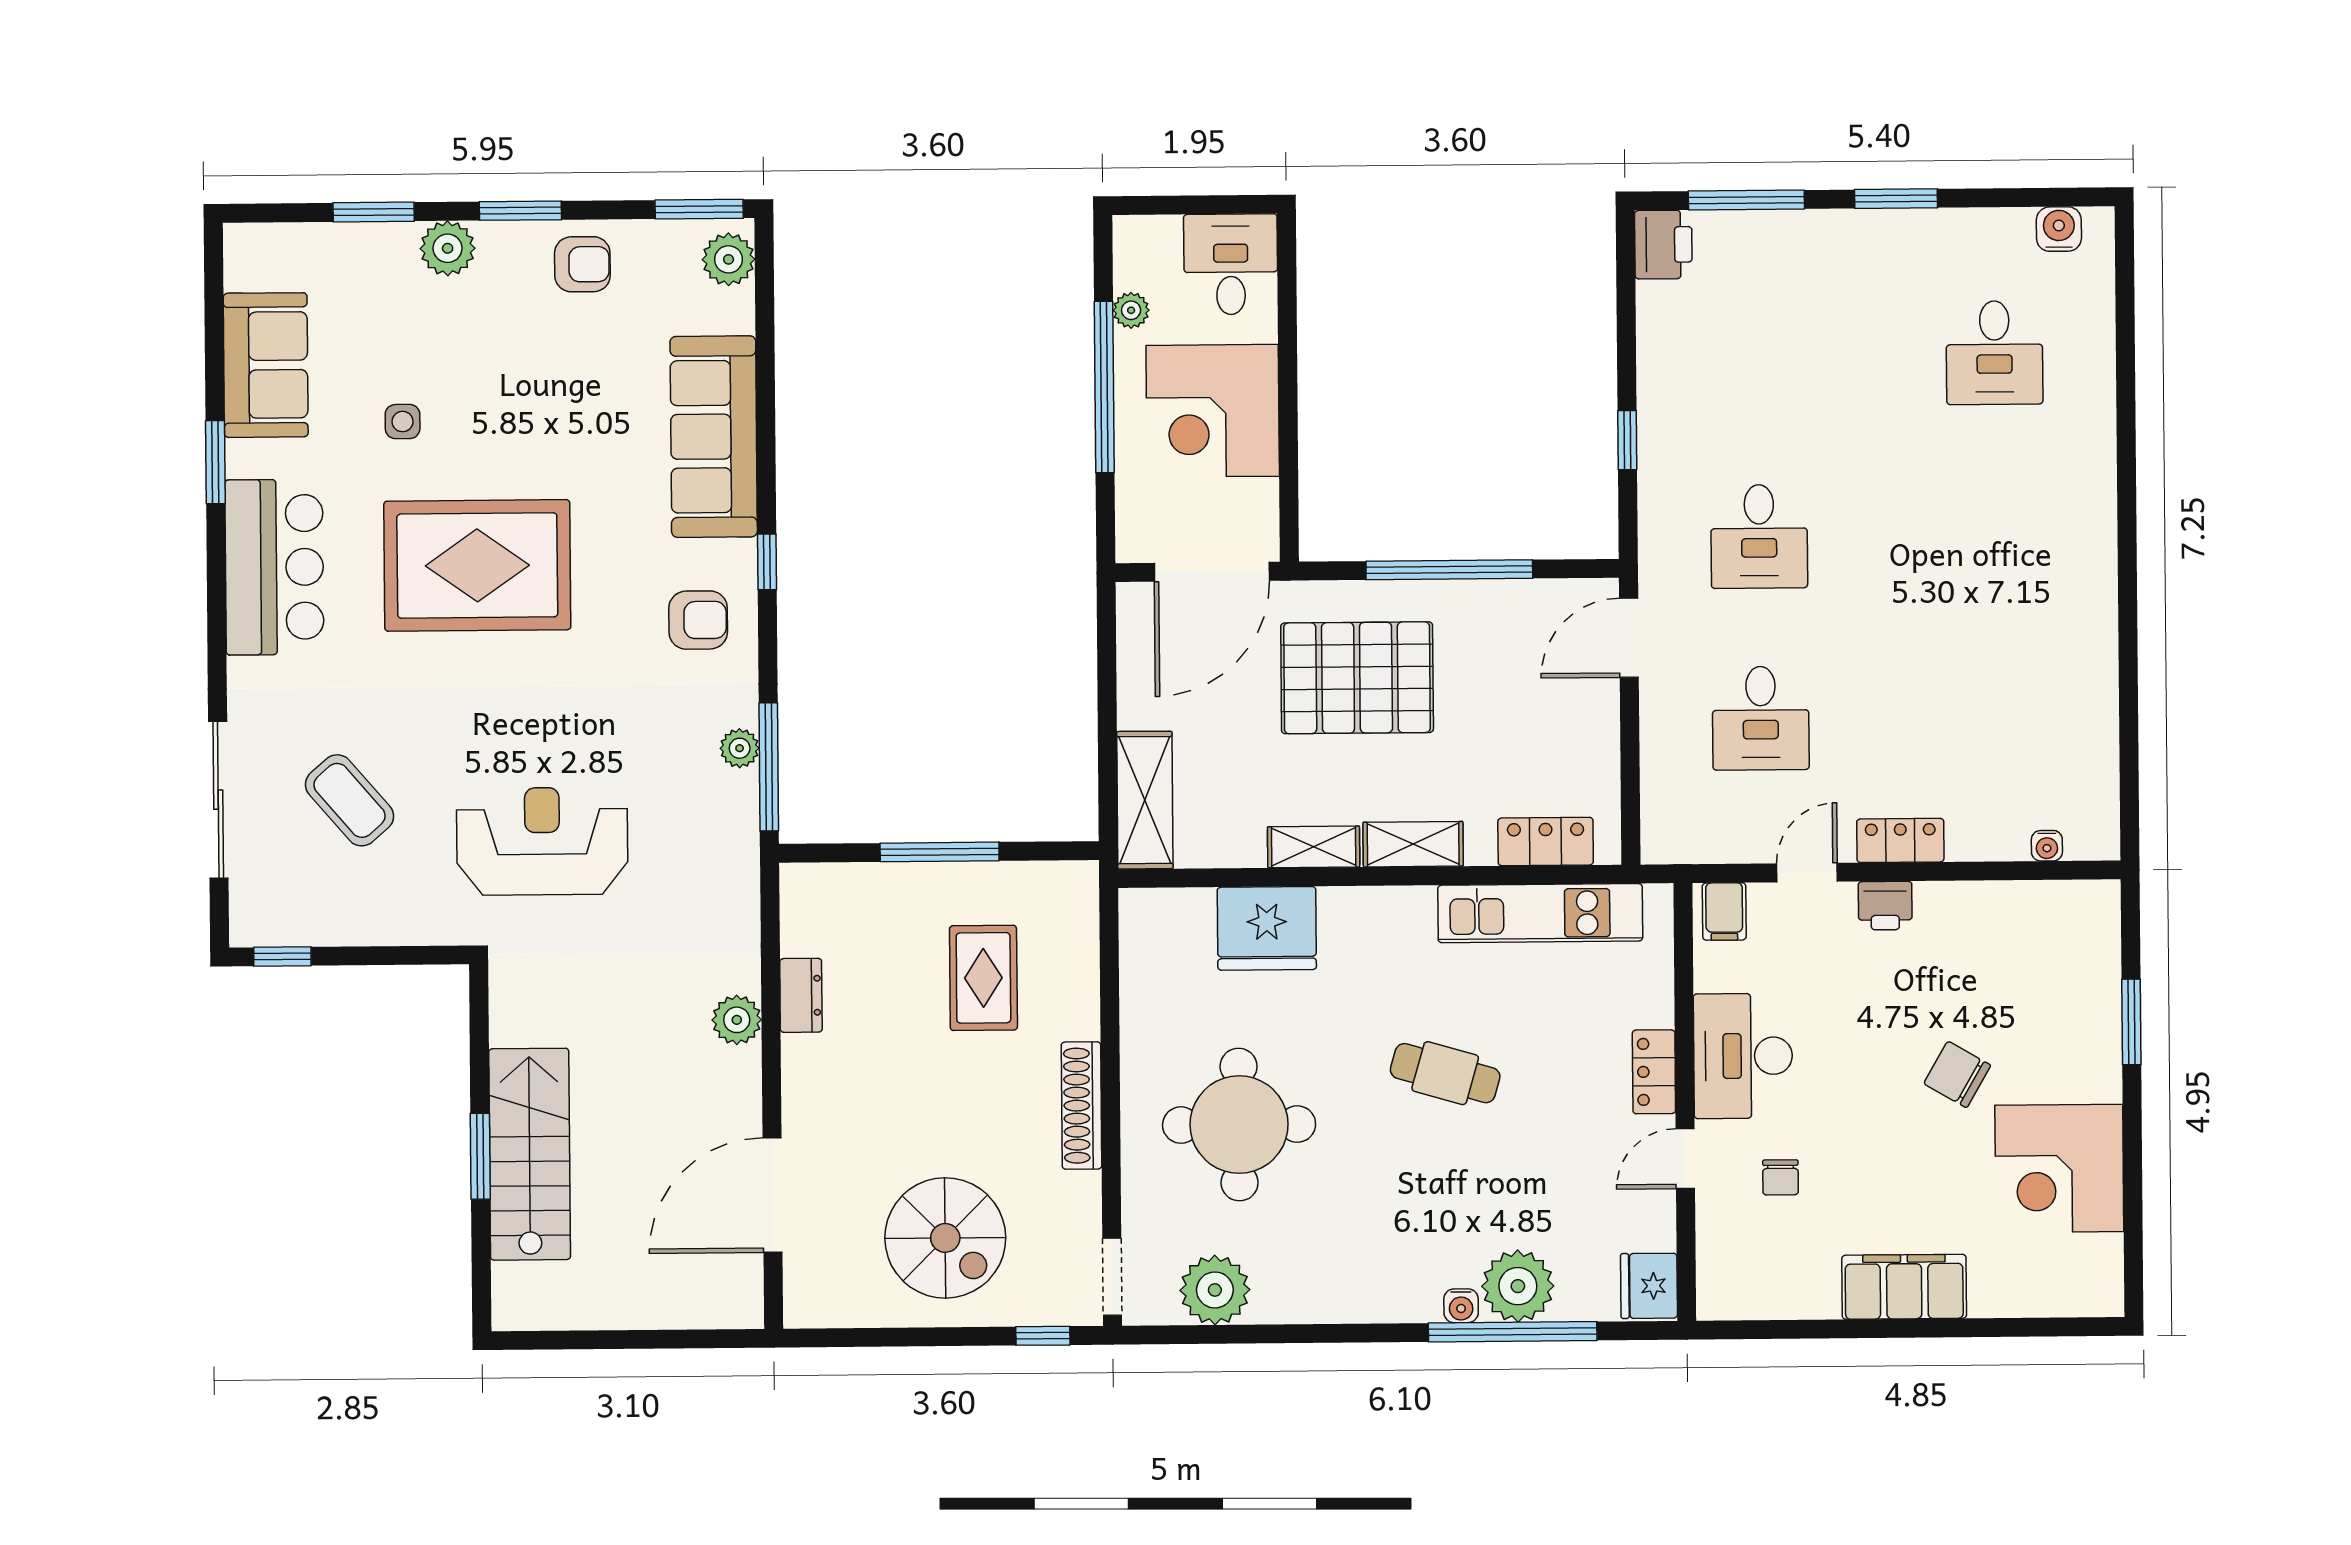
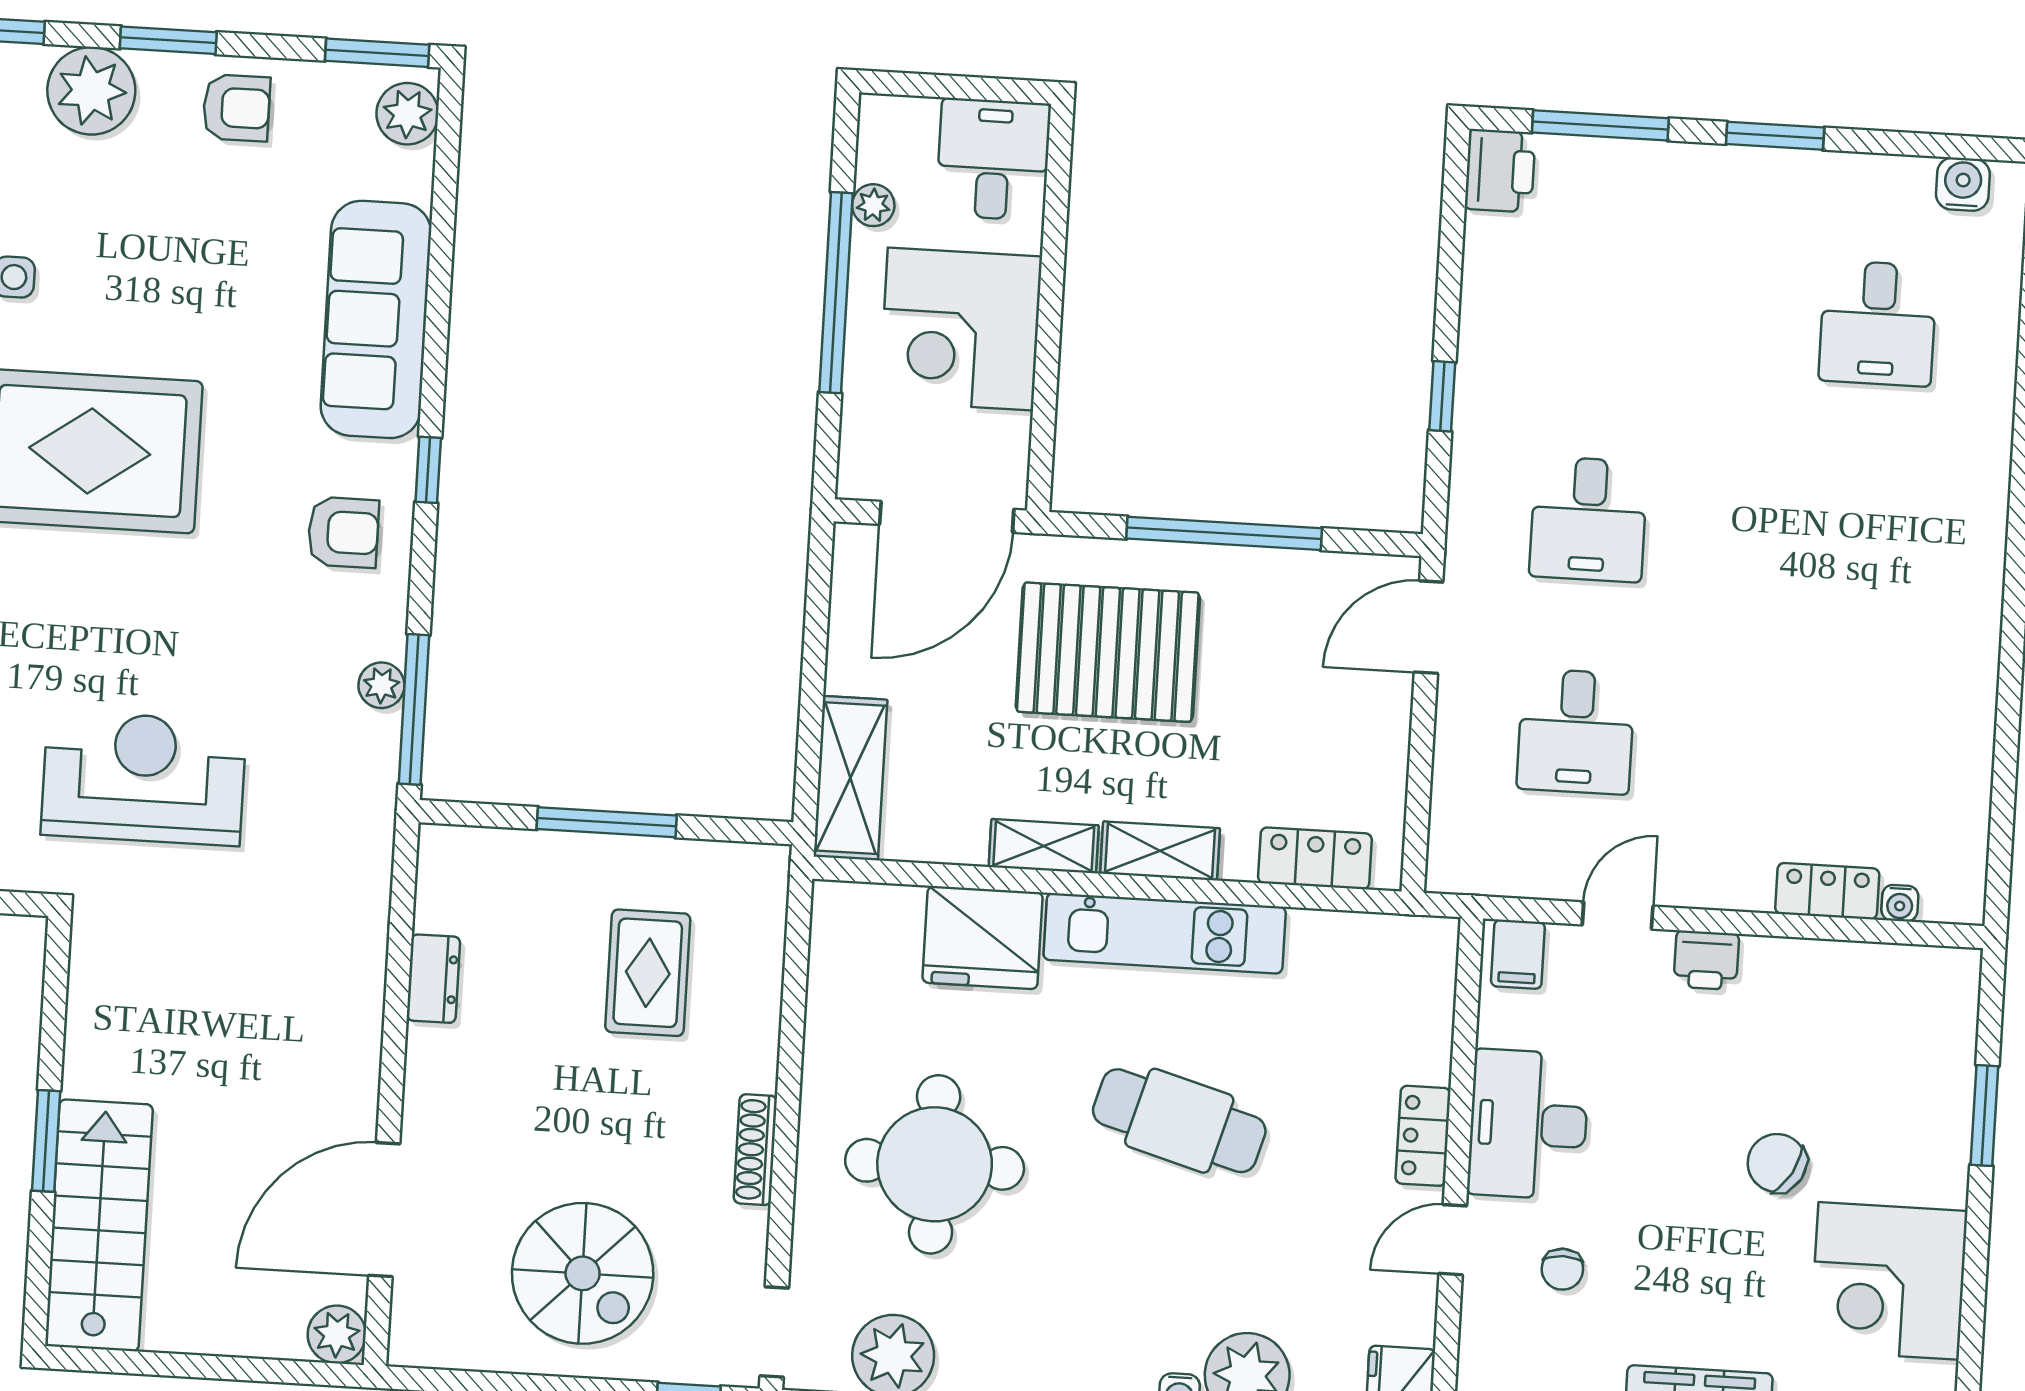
plant: (448, 248) -> (91, 91), width x1.36, depth x1.36
locker: (1900, 840) -> (1827, 891), moved
kitchen unit: (1540, 913) -> (1165, 933), moved
plant: (737, 1020) -> (337, 1334), moved
cafe table: (1445, 1073) -> (1179, 1121), width x1.37, depth x1.35
shoe rack: (1082, 1106) -> (755, 1150), width x0.74, depth x0.81
stairs: (530, 1154) -> (99, 1225), moved

